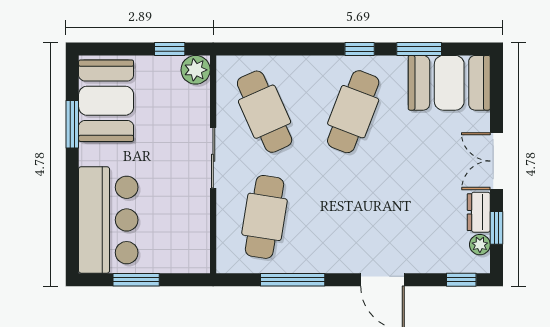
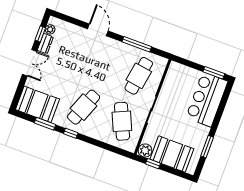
booth: (106, 101) -> (172, 154), moved, turned 90
window: (136, 280) -> (214, 73), moved
window: (461, 280) -> (64, 17), removed

